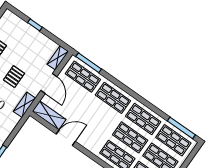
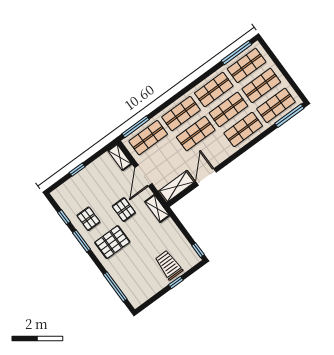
door: (49, 84) -> (143, 176), swing flipped
shop shelf: (100, 116) -> (196, 134), added

